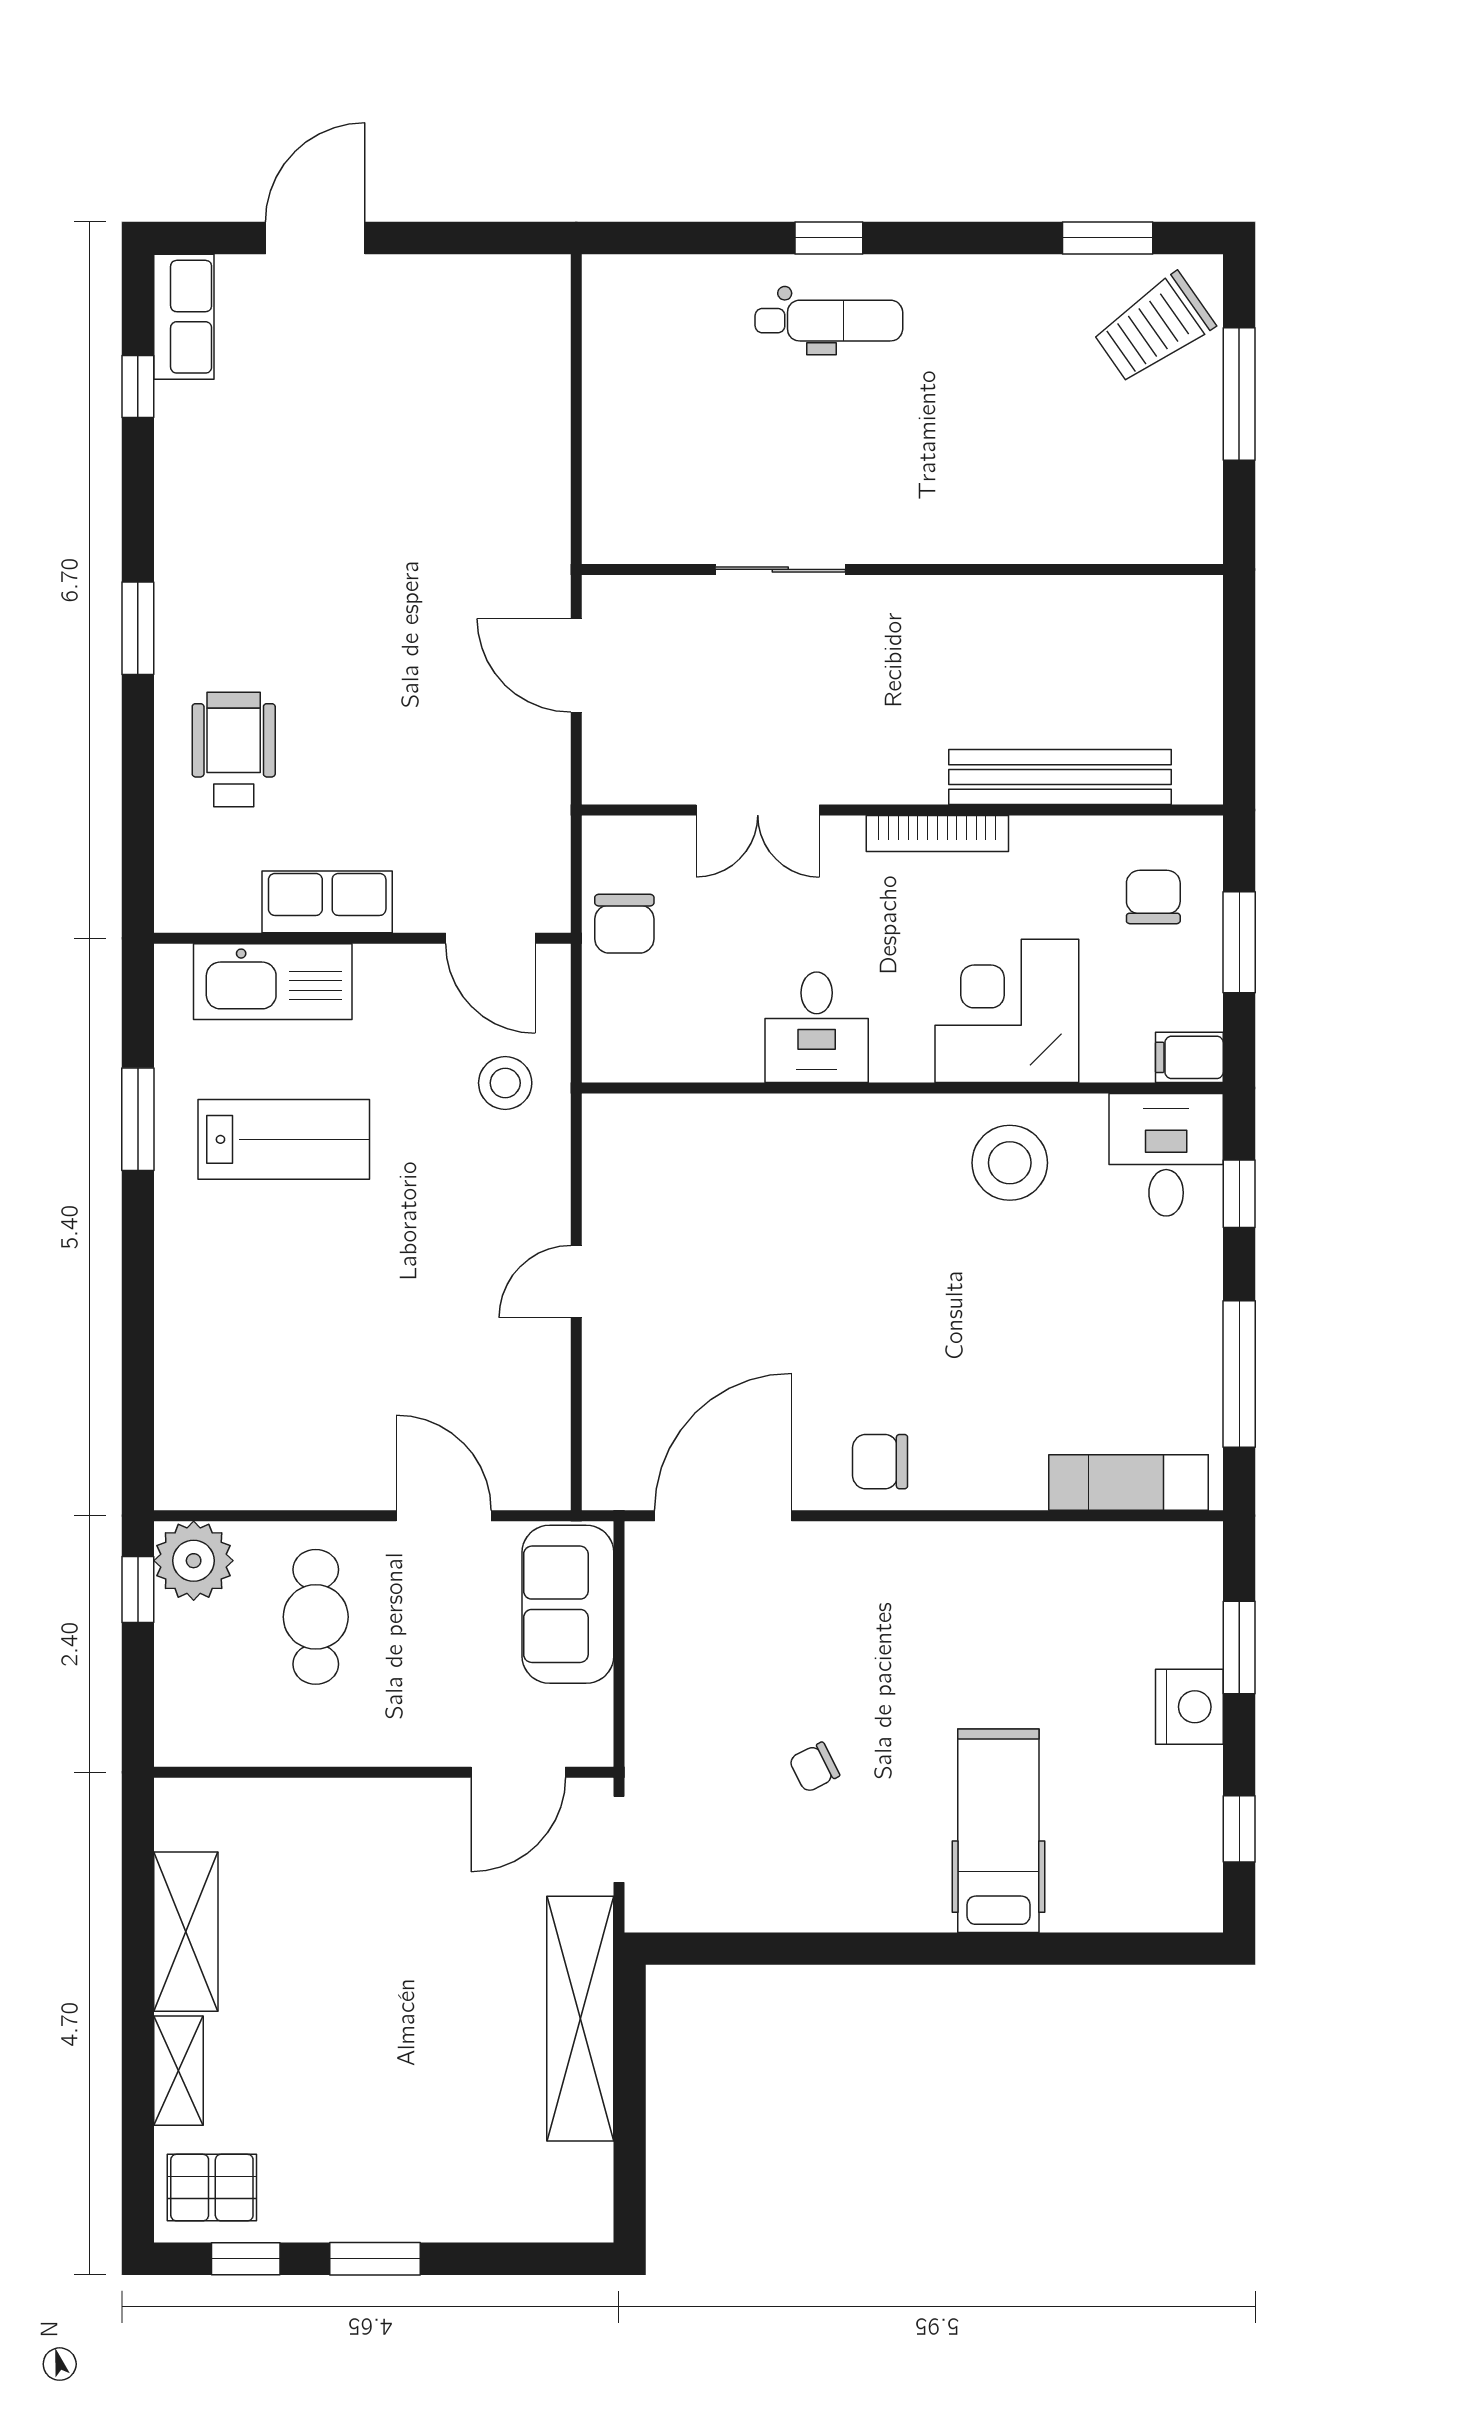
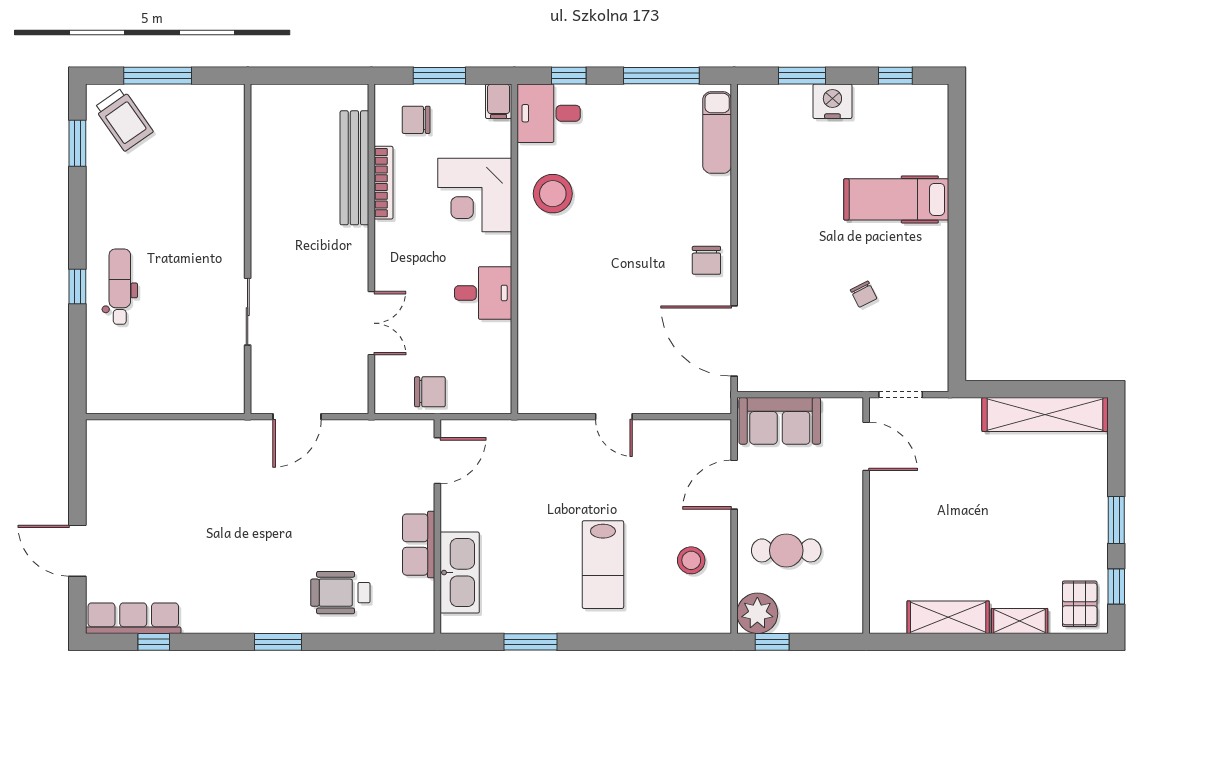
row of seats: (184, 317) -> (133, 618), width x1.48
bookcase: (937, 834) -> (383, 183), moved
stool: (505, 1083) -> (691, 560), moved
lab bench: (284, 1139) -> (603, 565), moved, turned 180
shelving: (580, 2019) -> (1045, 414), moved

